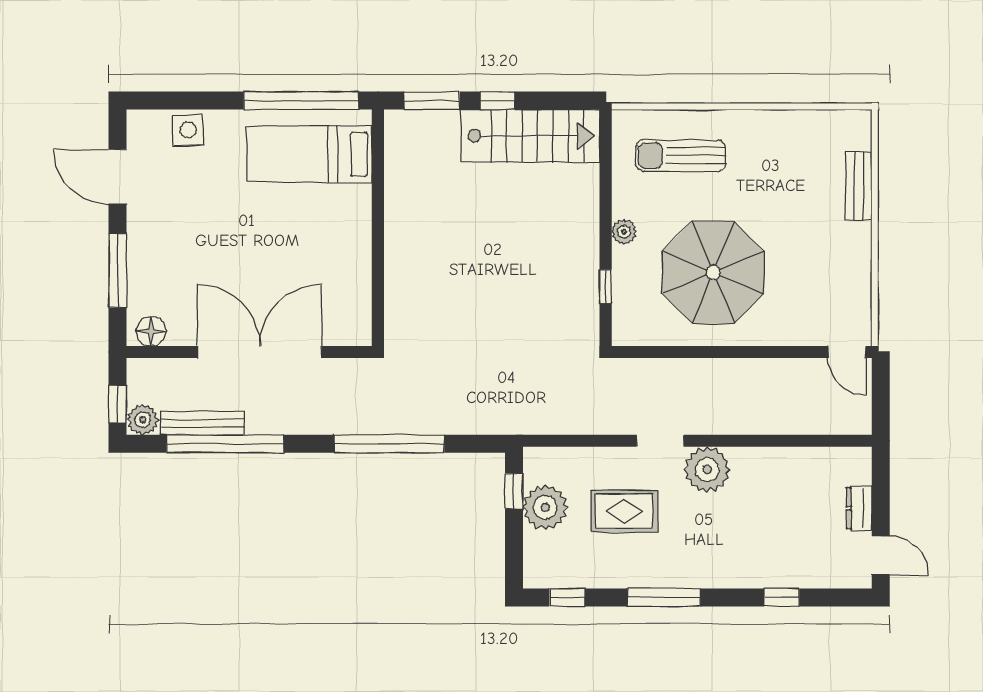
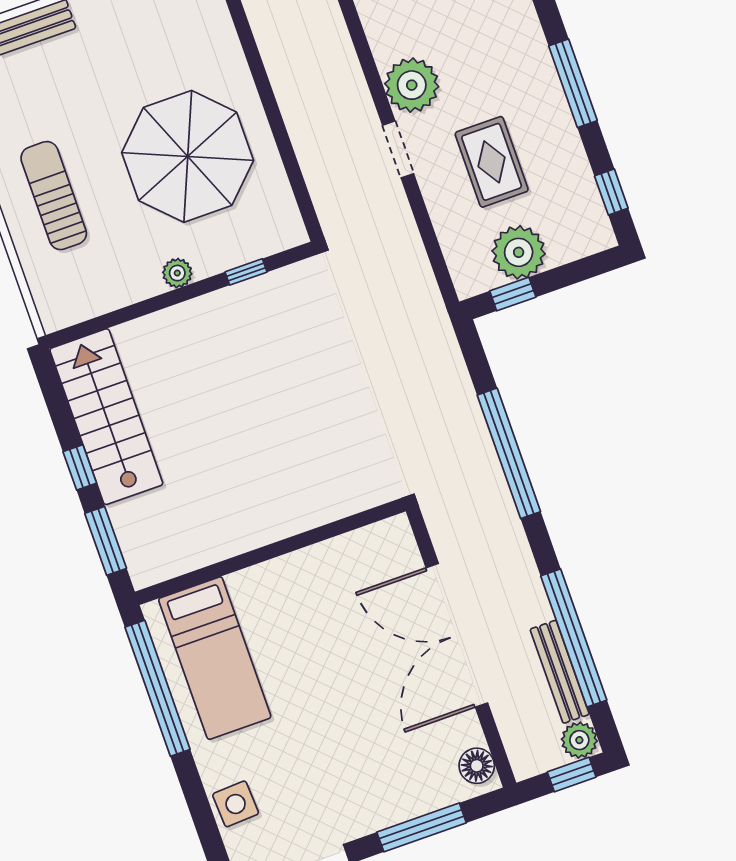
sun lounger: (681, 155) -> (54, 196), moved, turned 180

